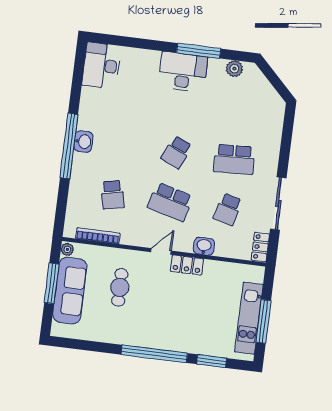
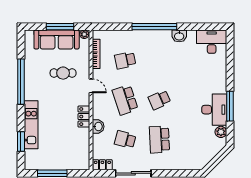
desk: (183, 72) -> (214, 110), moved
washbasin: (83, 142) -> (179, 36), moved
school desk: (177, 152) -> (159, 100), turned -48
school desk: (170, 202) -> (125, 100), turned -33
door: (161, 251) -> (91, 86), moved
kitchen unit: (249, 318) -> (31, 125), moved, turned 90
window: (154, 354) -> (21, 82), moved

